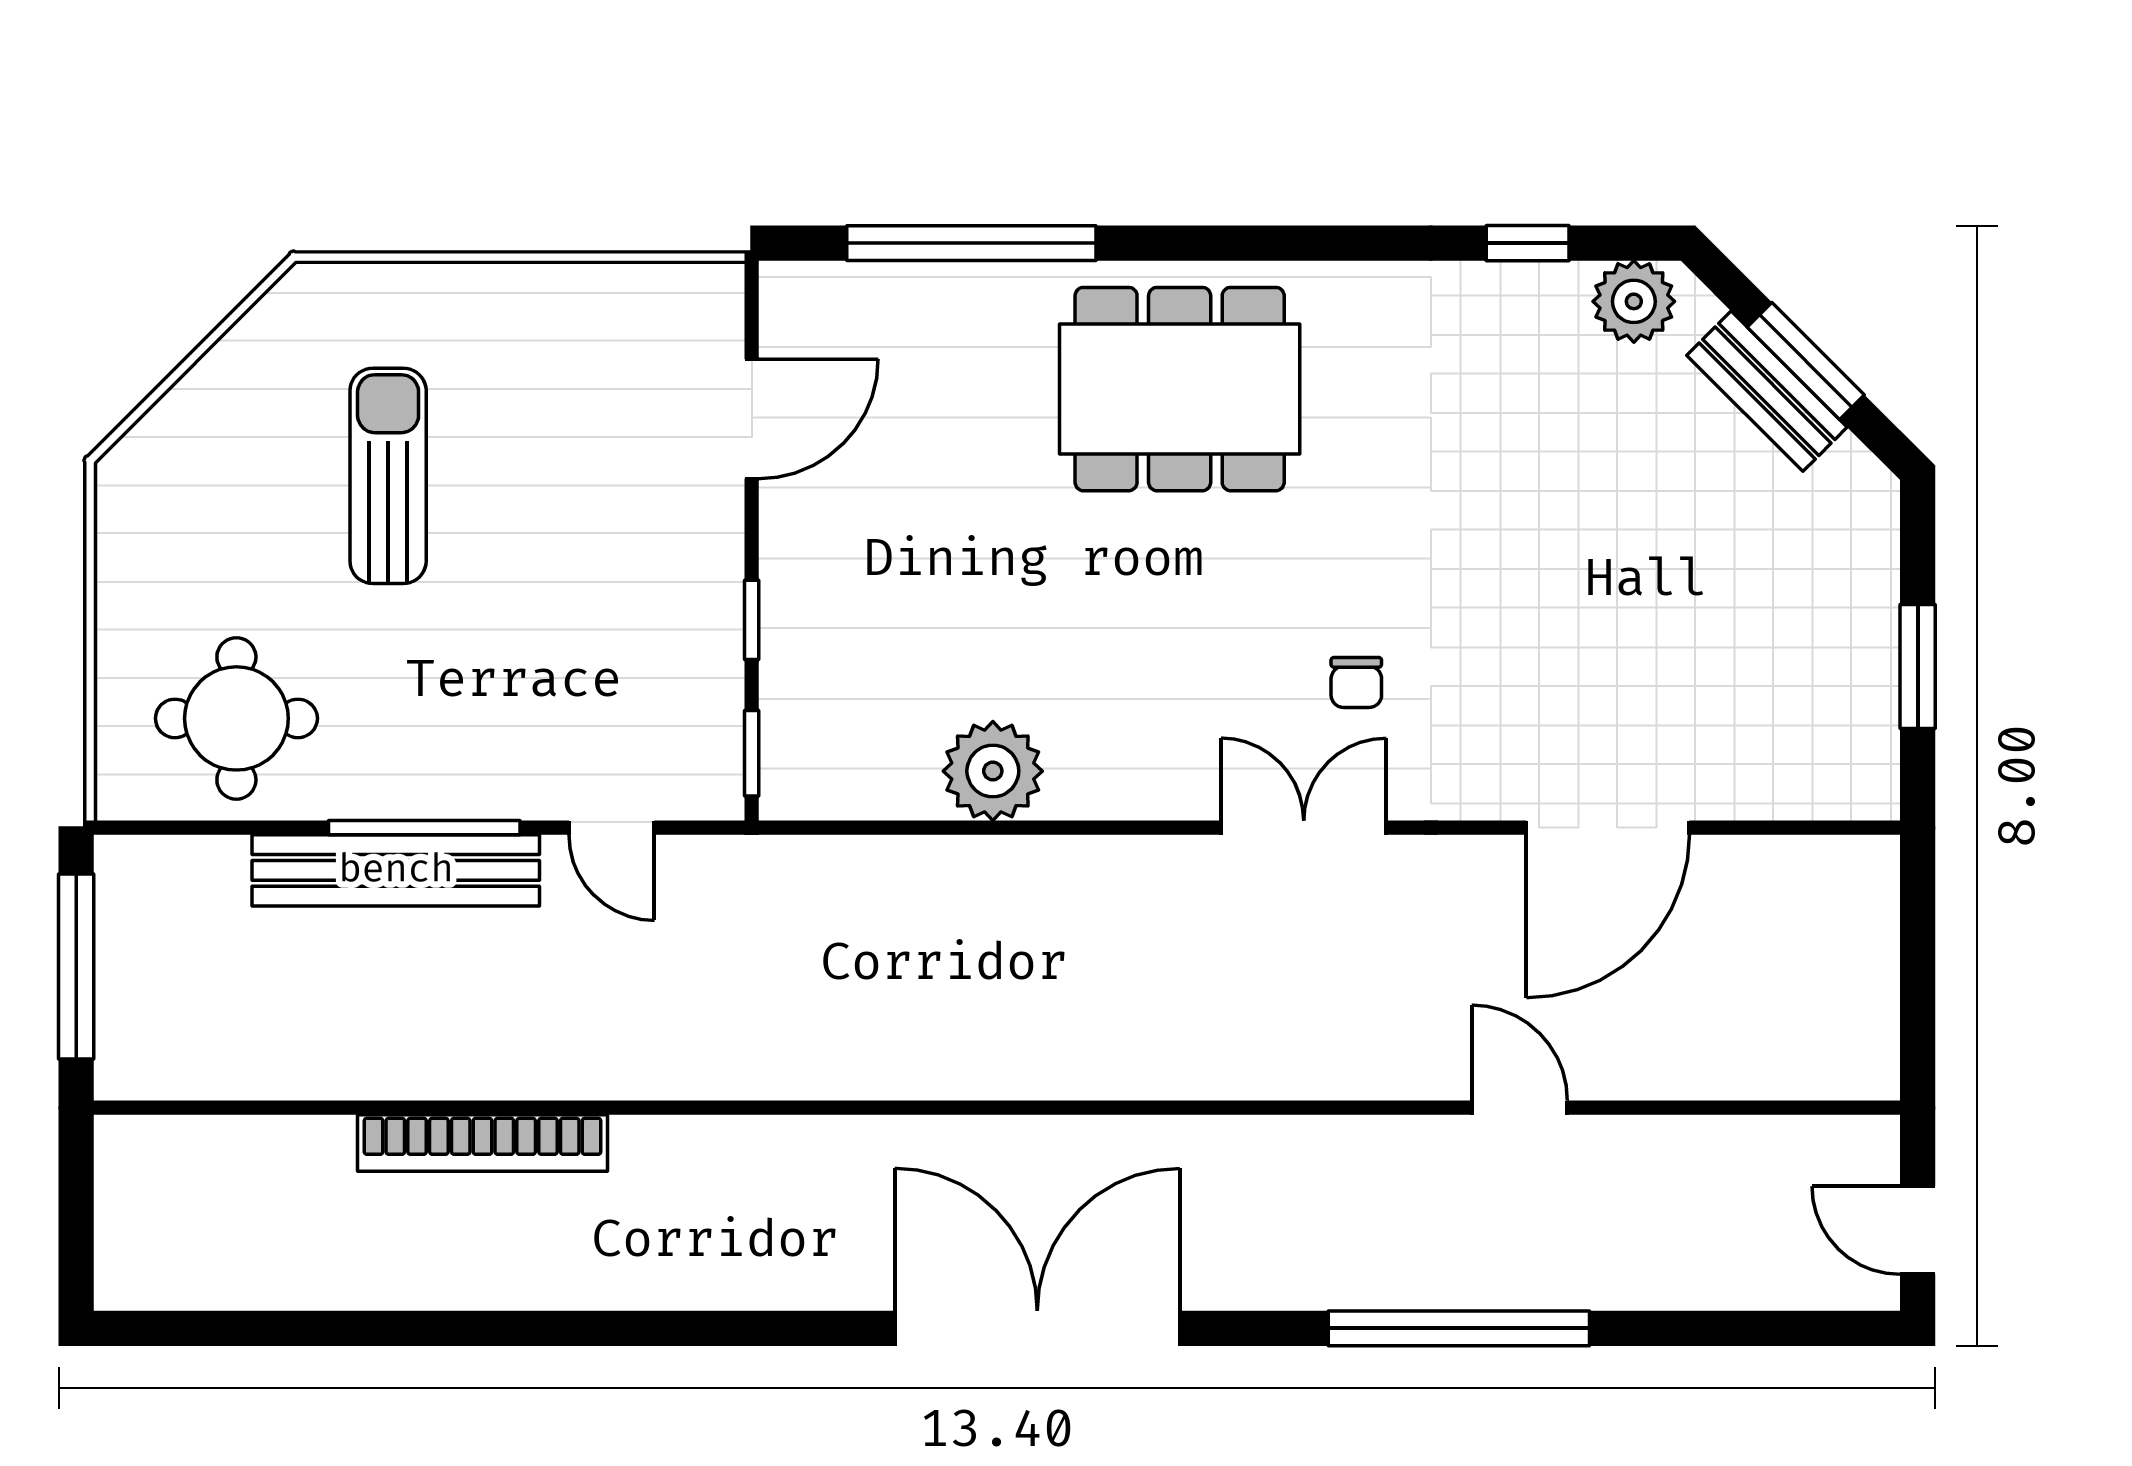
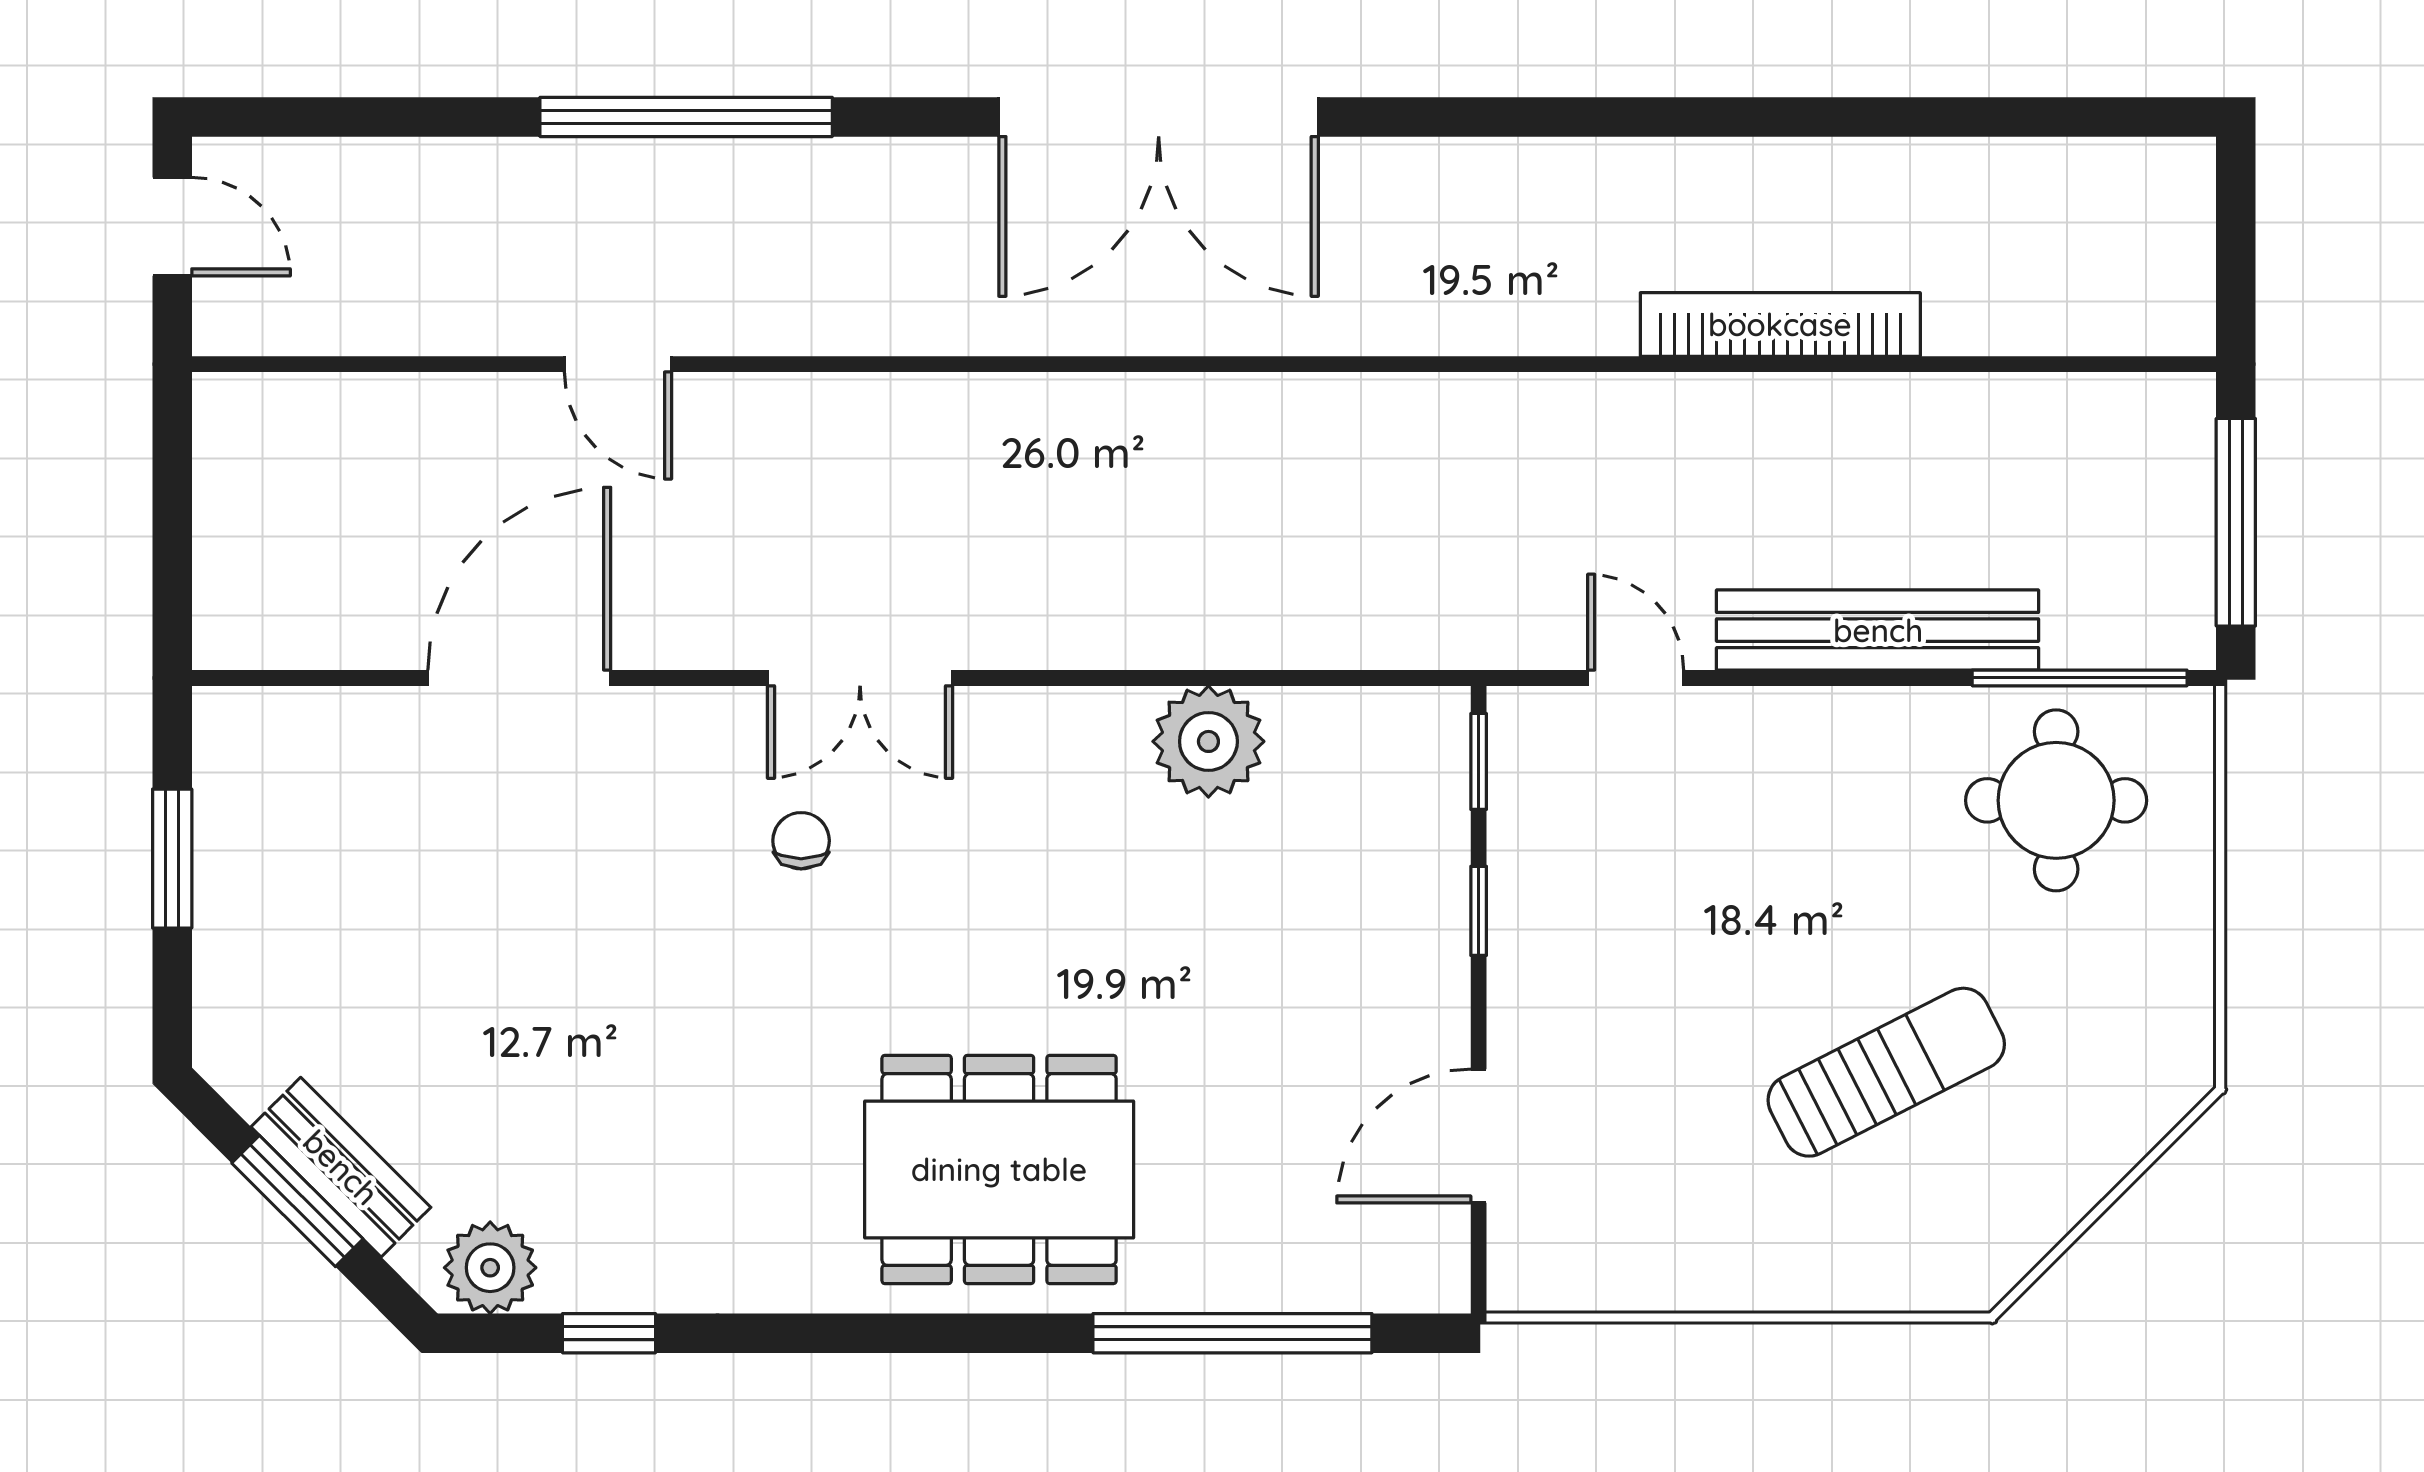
sun lounger: (388, 476) -> (1886, 1072), turned -117
window: (424, 828) -> (2080, 678), moved

